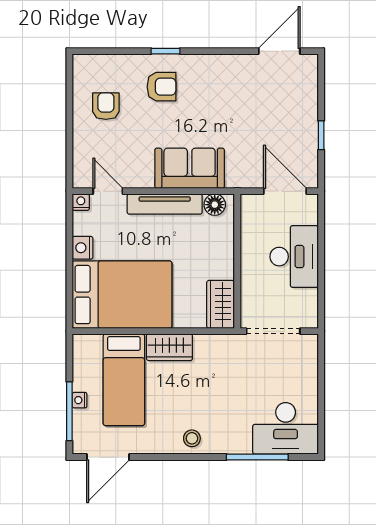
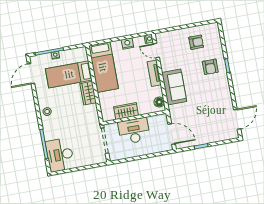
door: (279, 51) -> (237, 119), hinge flipped
door: (108, 191) -> (156, 51), swing flipped
door: (285, 191) -> (172, 134), hinge flipped
tv unit: (165, 204) -> (154, 73), width x0.71
desk: (294, 257) -> (134, 131), moved, turned 180
bed: (122, 295) -> (103, 67), width x0.67
wardrobe: (221, 304) -> (126, 111), moved
door: (108, 457) -> (31, 74), hinge flipped

